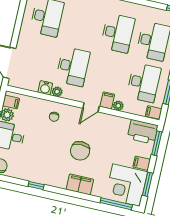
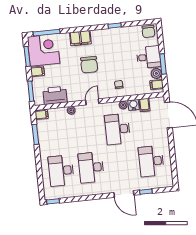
desk: (144, 83) -> (57, 135), removed
filing cabinet: (107, 100) -> (144, 105), moved
printer: (143, 132) -> (55, 95), moved
chair: (80, 151) -> (89, 65), turned 180

